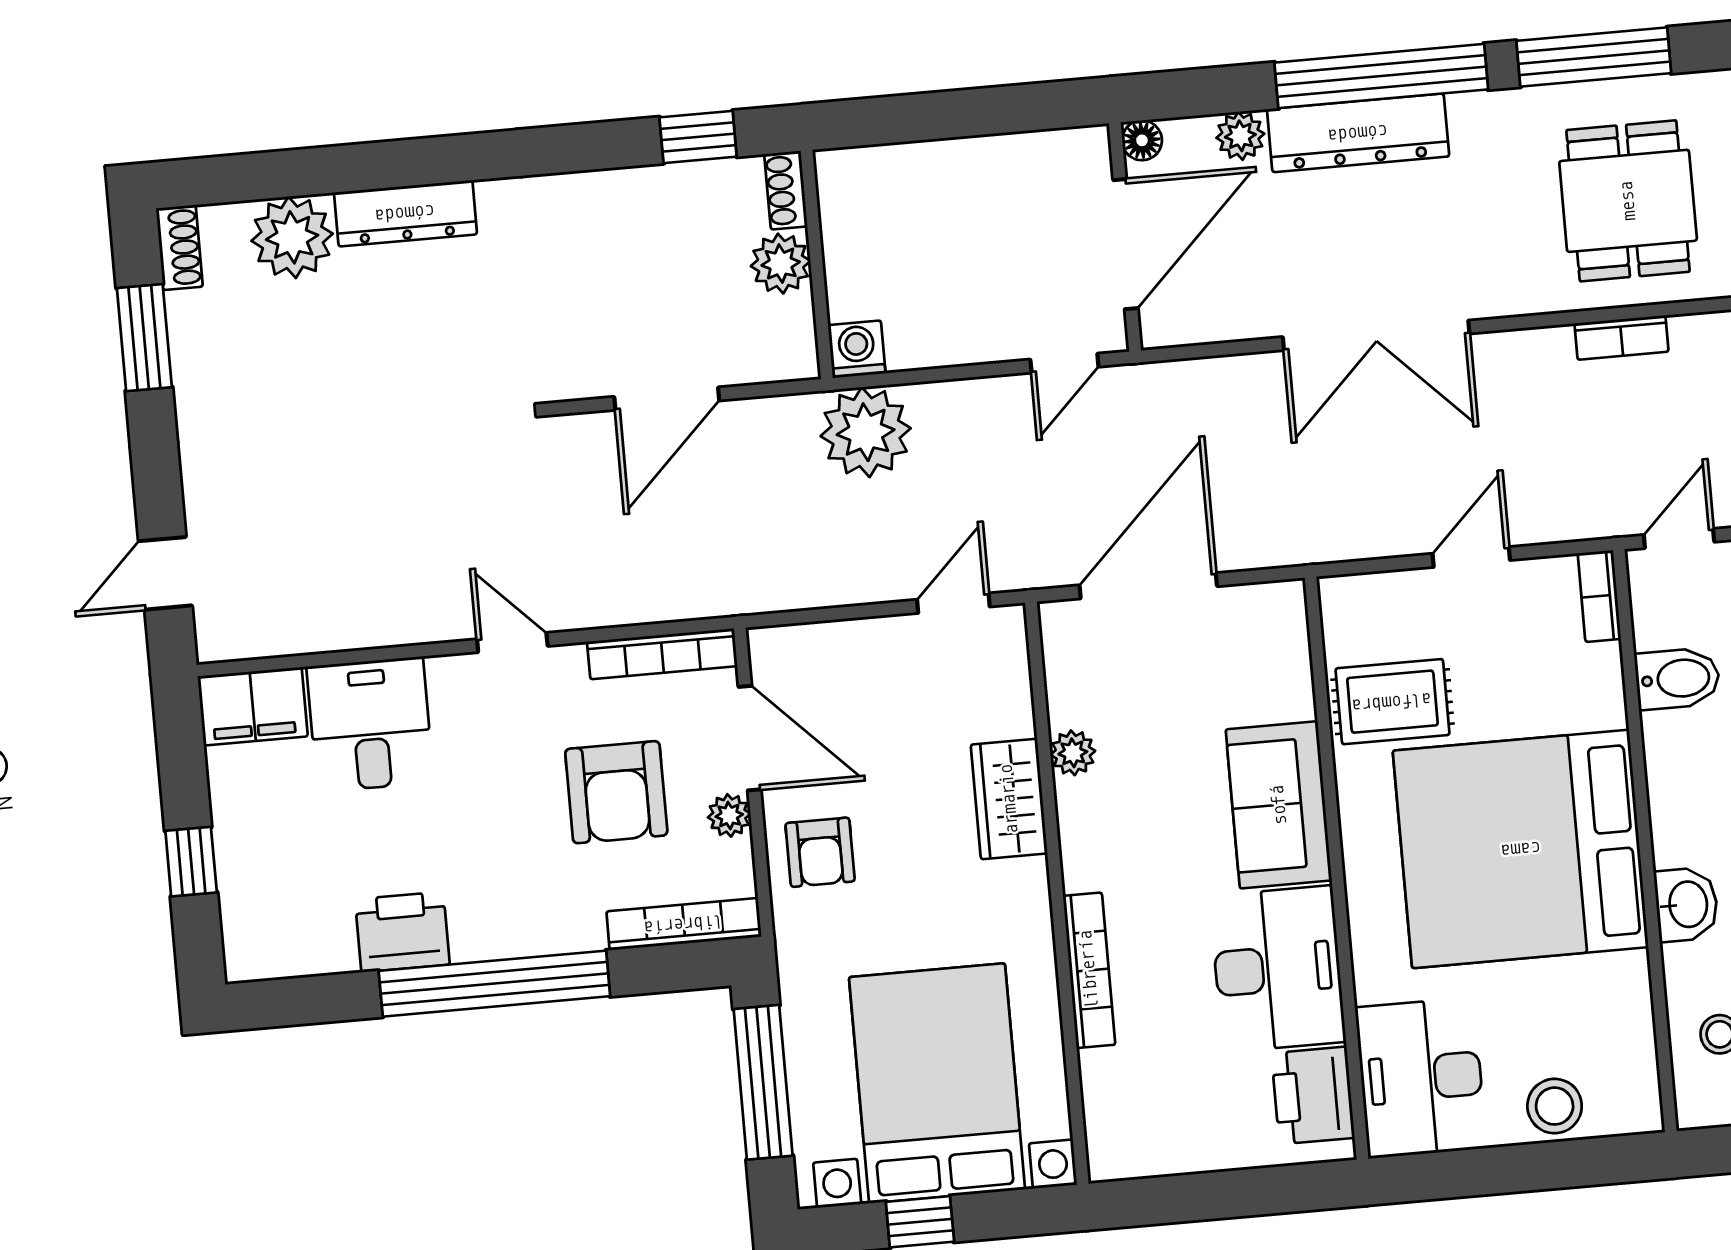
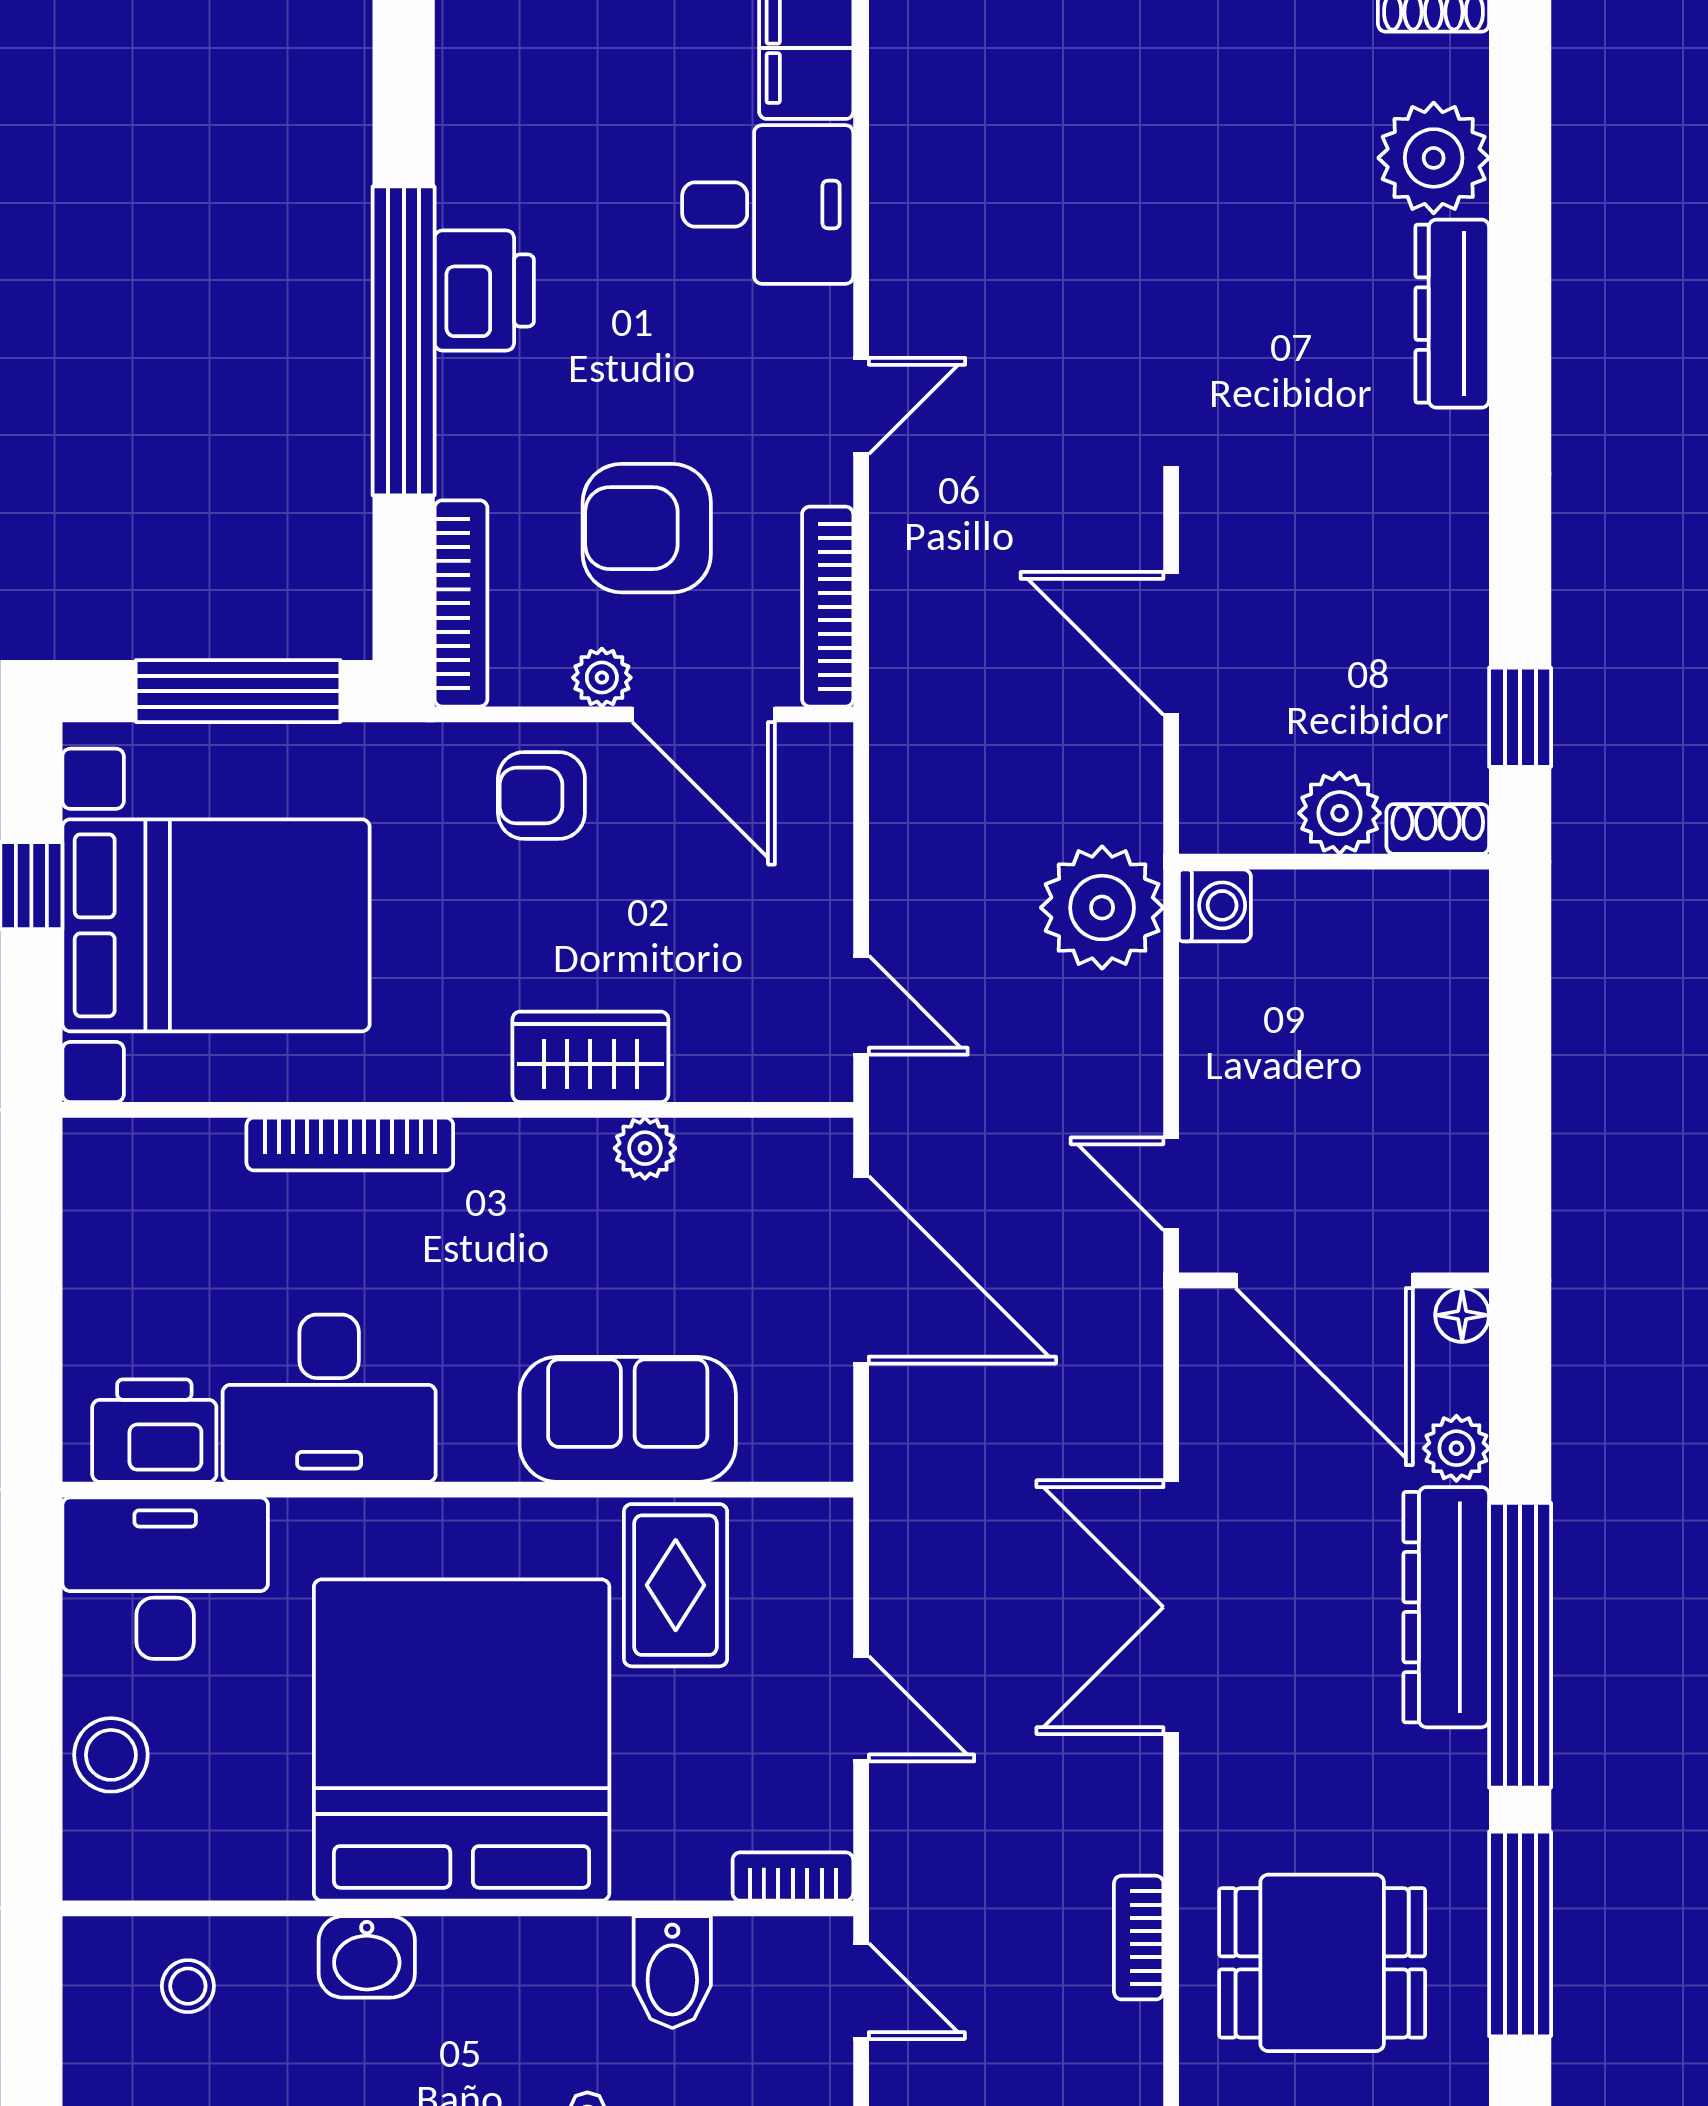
door: (750, 738) -> (704, 714), hinge flipped
sofa: (1279, 805) -> (628, 1419), moved
printer: (402, 932) -> (484, 290), moved

